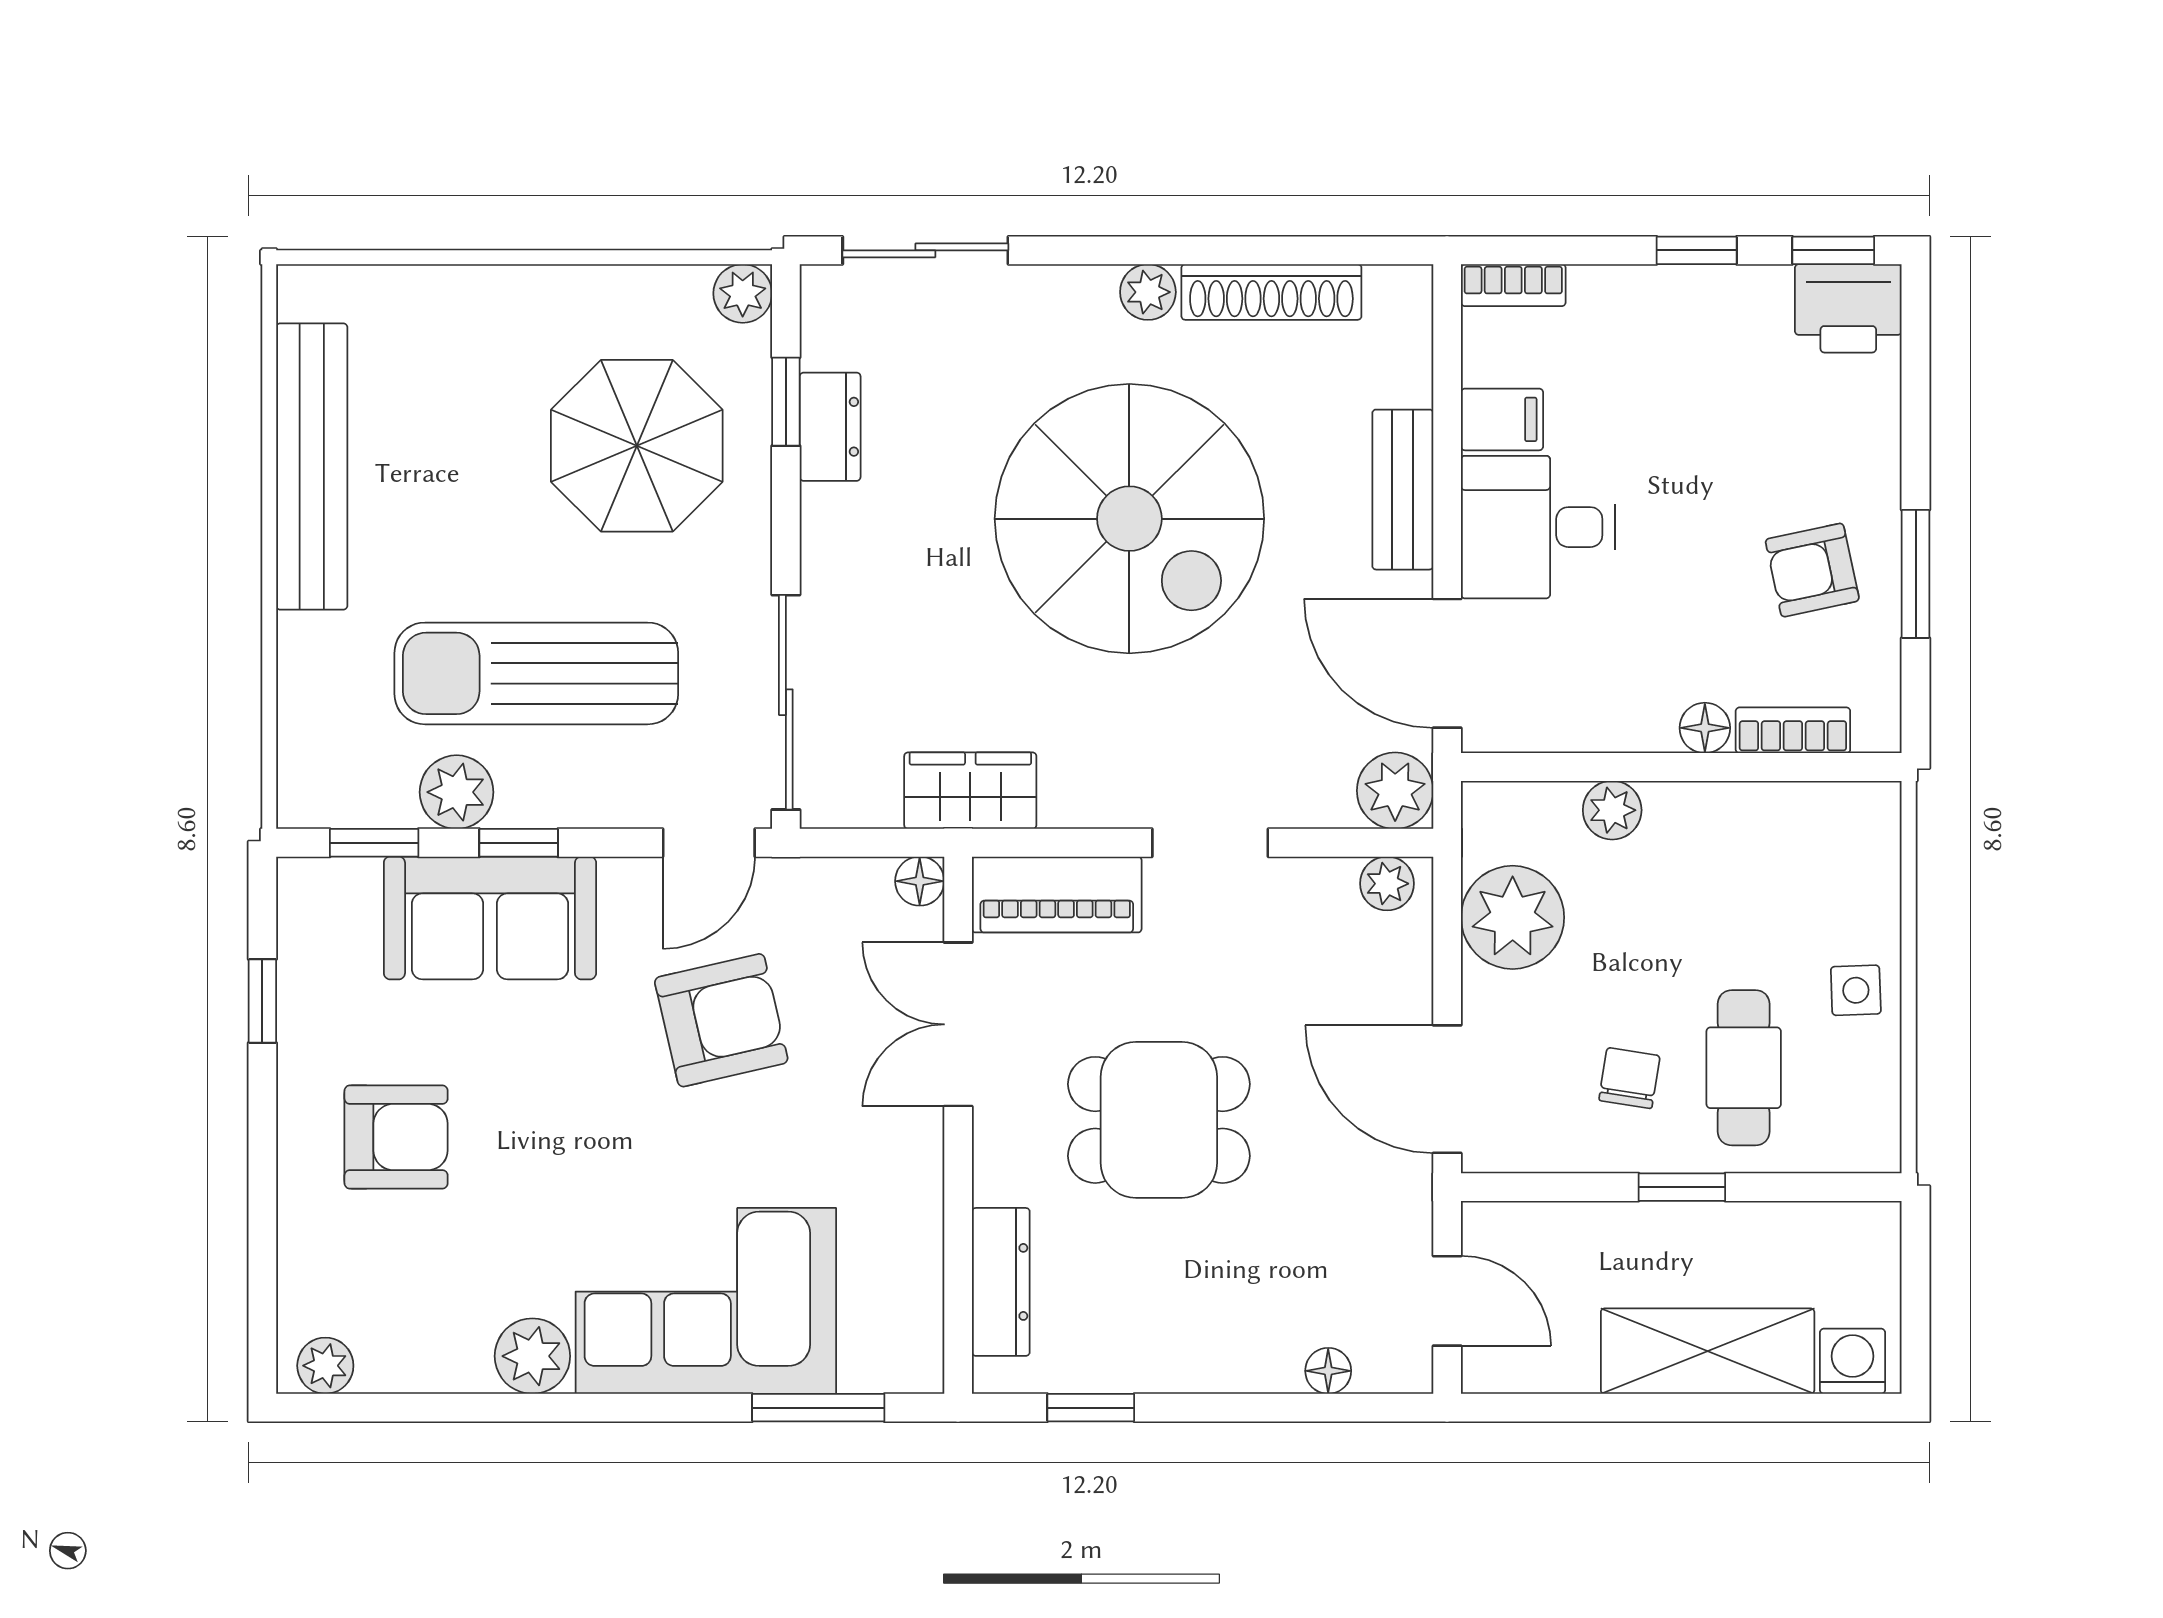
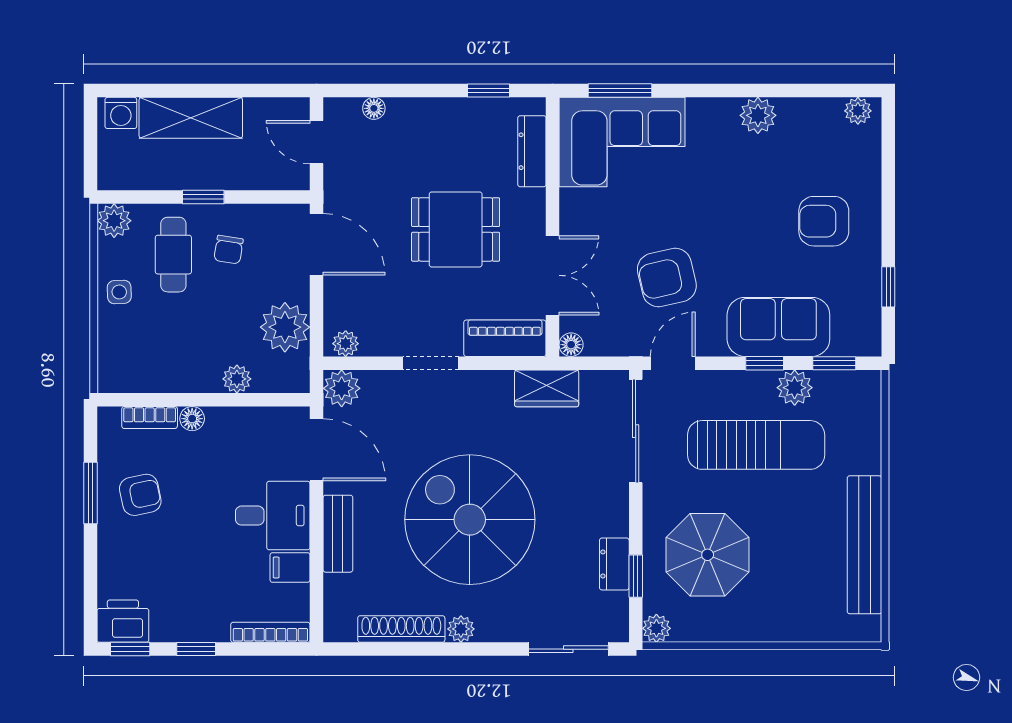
bookcase: (1513, 285) -> (270, 632), width x1.56
plant: (1866, 1138) -> (114, 221), added
corner sofa: (706, 1301) -> (622, 142), moved

